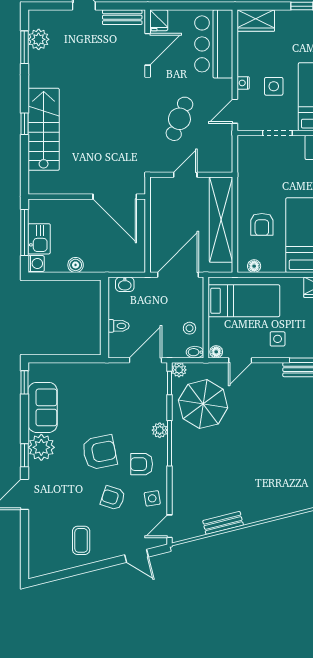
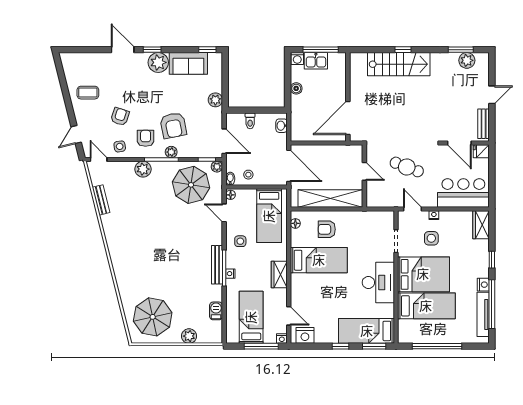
plant: (91, 372) -> (215, 100), added
armchair: (100, 452) -> (173, 125), moved
plant: (182, 467) -> (143, 169), added

